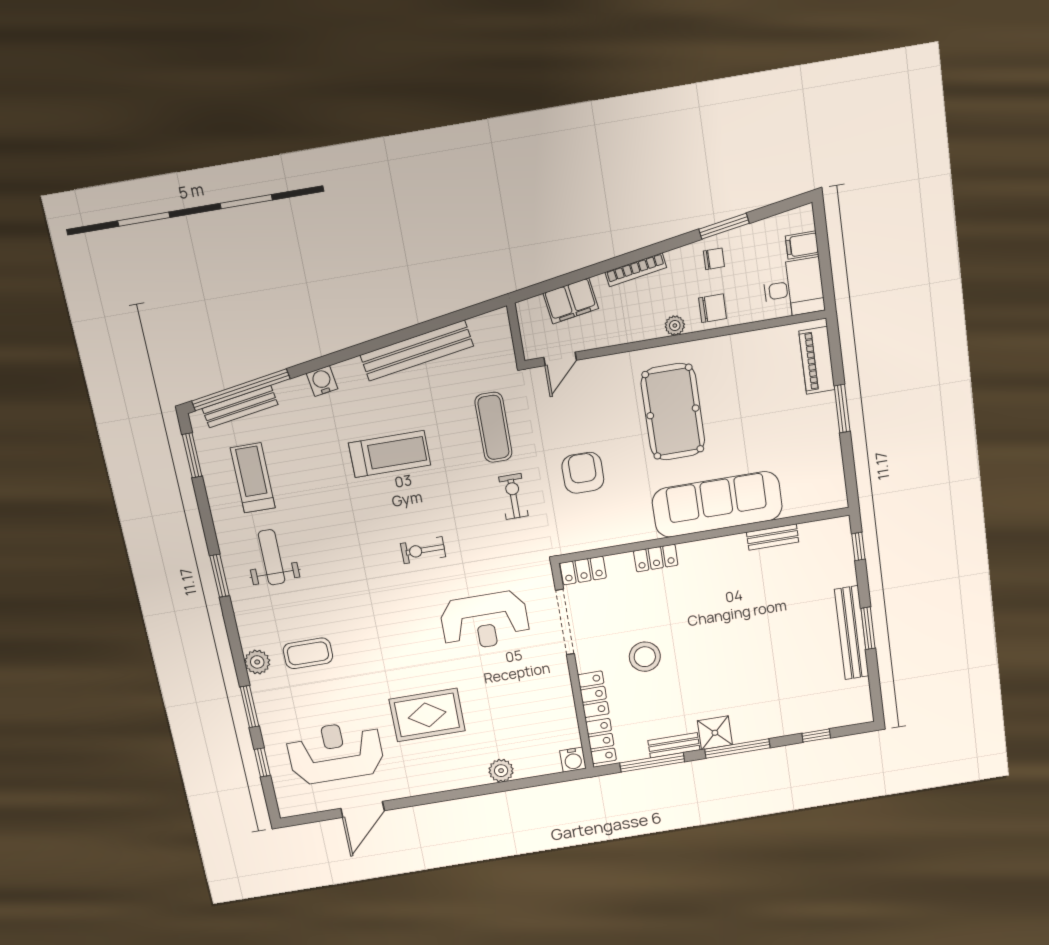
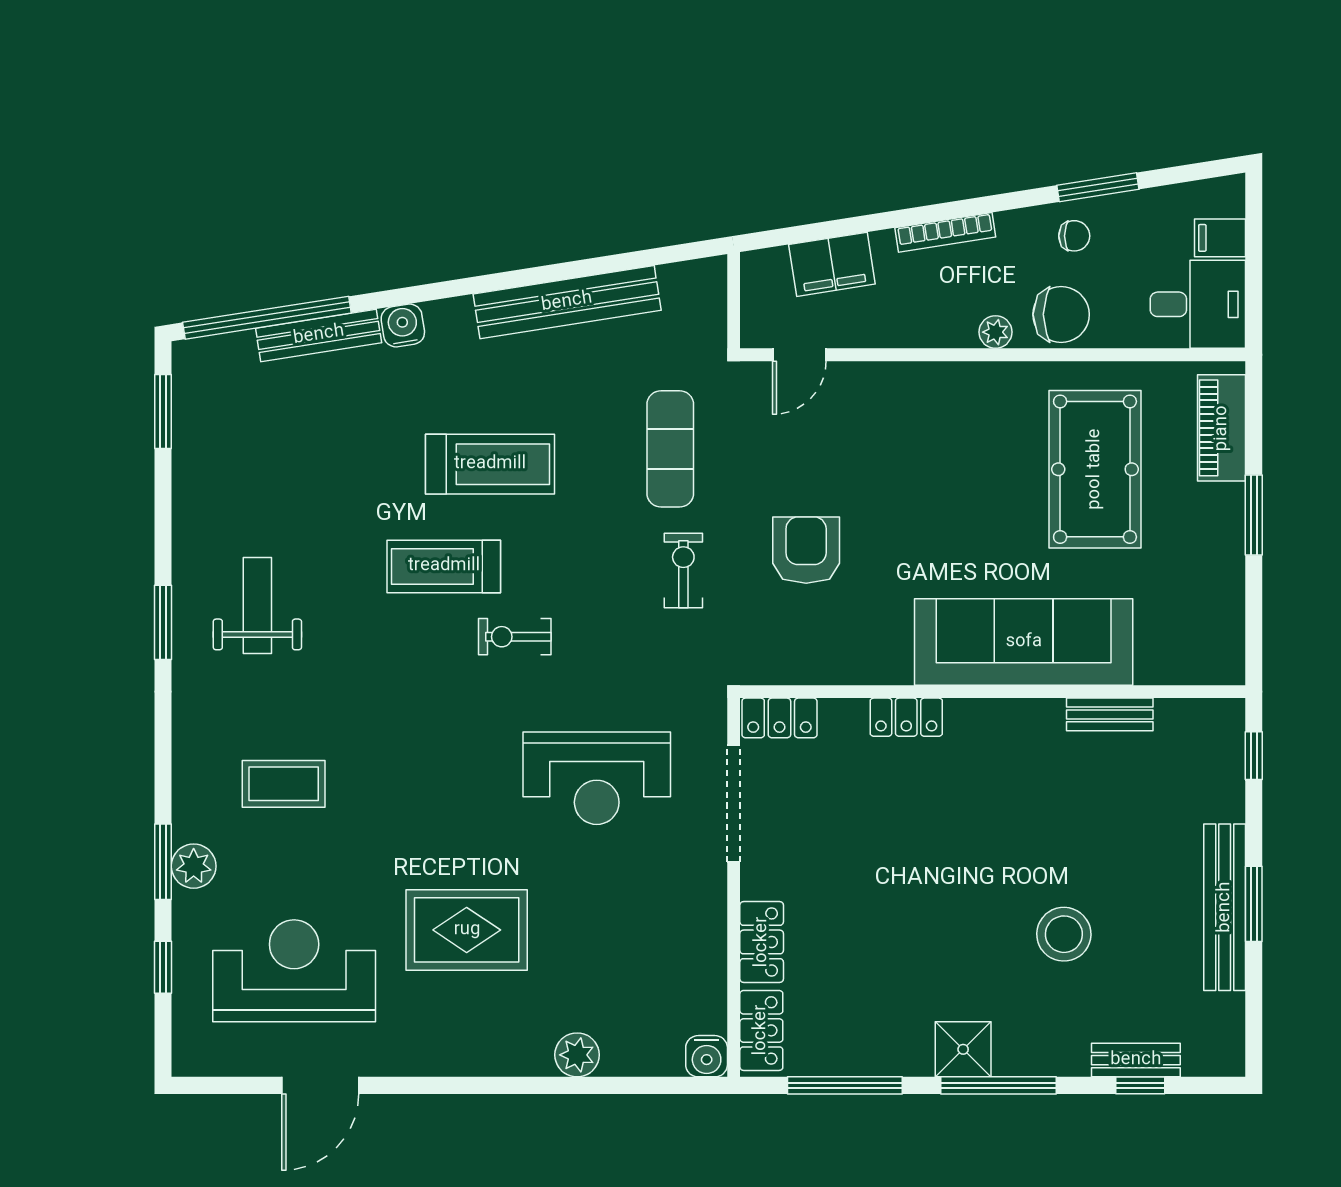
chair: (713, 308) -> (1061, 314), width x1.37, depth x1.37
bench: (240, 407) -> (319, 335), moved
pool table: (673, 412) -> (1095, 469), moved
treadmill: (253, 478) -> (444, 566), moved, turned -90
stool: (645, 657) -> (1064, 934), moved
plant: (257, 662) -> (194, 866), moved
bench: (674, 745) -> (1136, 1060), moved

